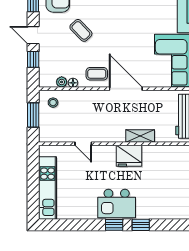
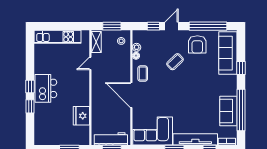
door: (126, 89) -> (131, 95), swing flipped
shelving: (140, 136) -> (96, 42), moved
fridge: (129, 156) -> (81, 116), moved

